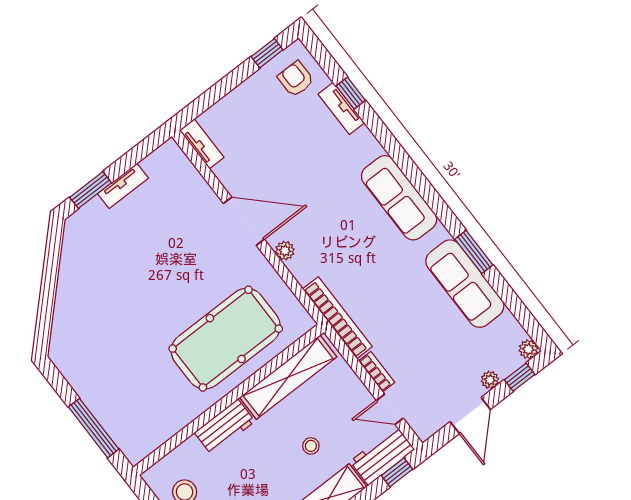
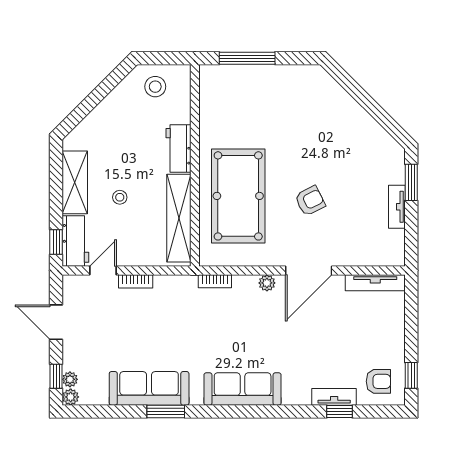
tv unit: (202, 144) -> (375, 283), width x1.41
armchair: (179, 269) -> (310, 201), added
bookcase: (337, 318) -> (215, 281), width x0.43, depth x0.76
plant: (490, 380) -> (70, 379), moved

